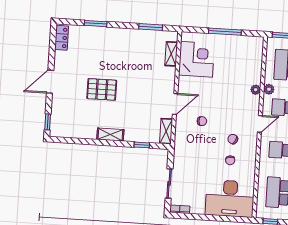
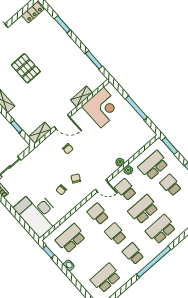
shelving: (171, 54) -> (82, 96), moved

